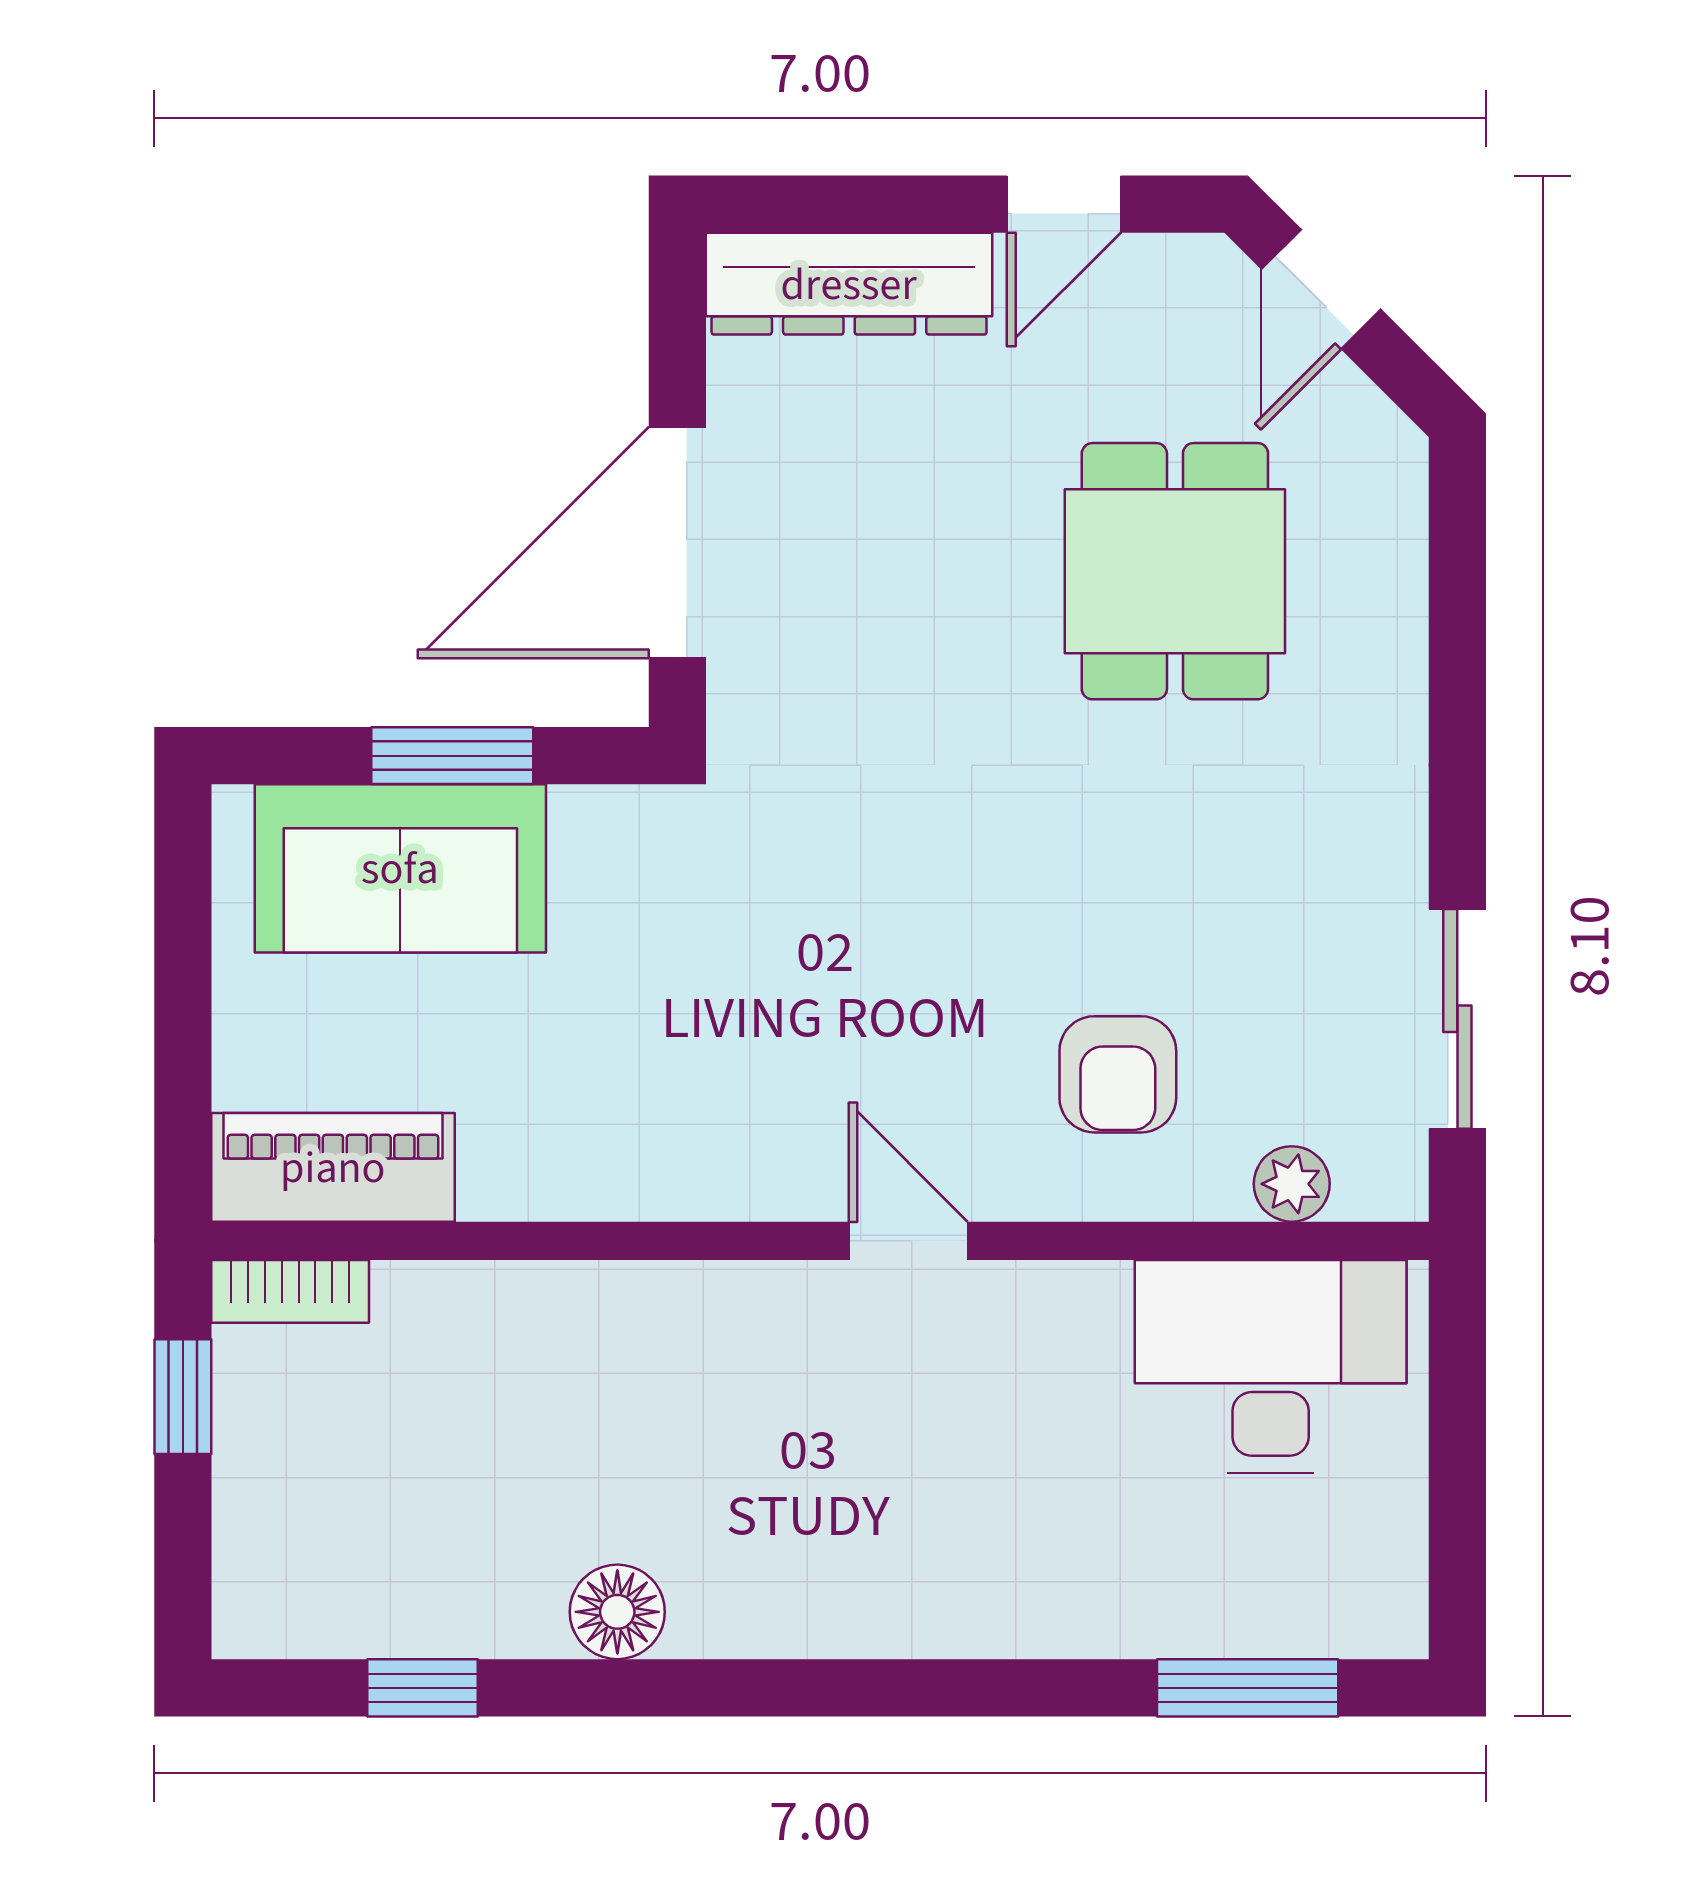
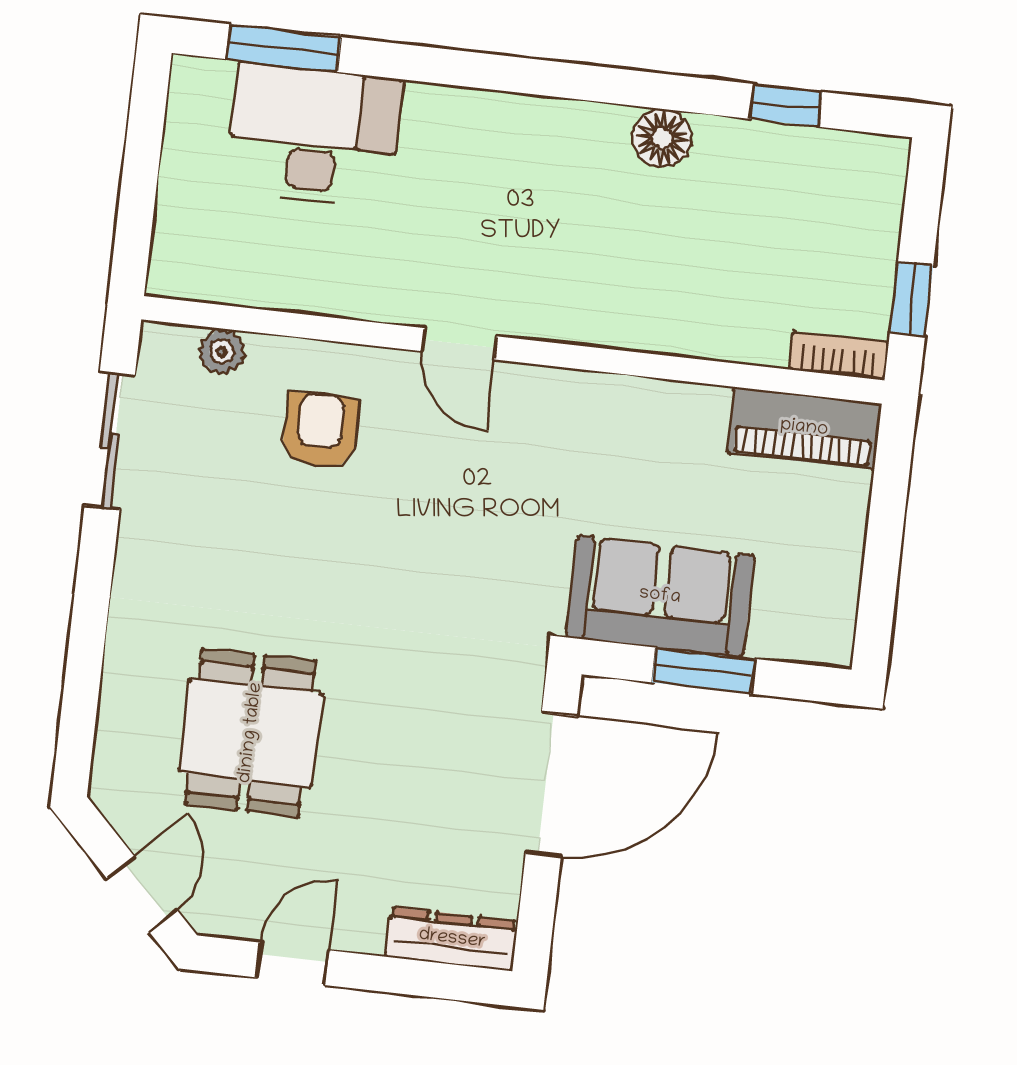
dresser: (849, 284) -> (452, 939), width x0.73, depth x0.80
sofa: (400, 868) -> (660, 596), moved
desk: (1271, 1366) -> (314, 135), moved, turned 180

